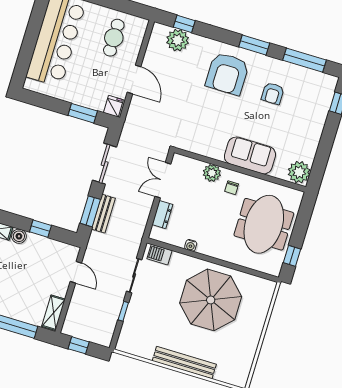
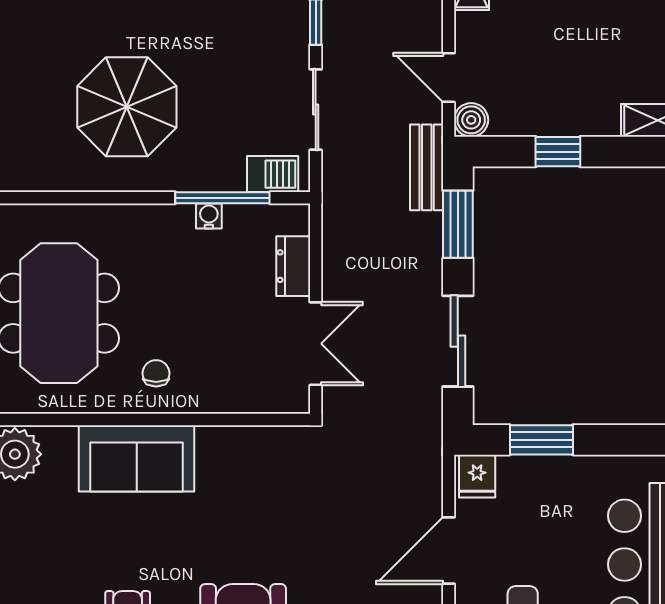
door: (134, 79) -> (449, 550), hinge flipped
plant: (212, 173) -> (210, 393), removed
bench: (103, 214) -> (427, 167), moved
boiler: (19, 236) -> (471, 120), moved
window: (183, 251) -> (222, 198), added
parasol: (211, 300) -> (127, 107), width x0.73, depth x0.73

